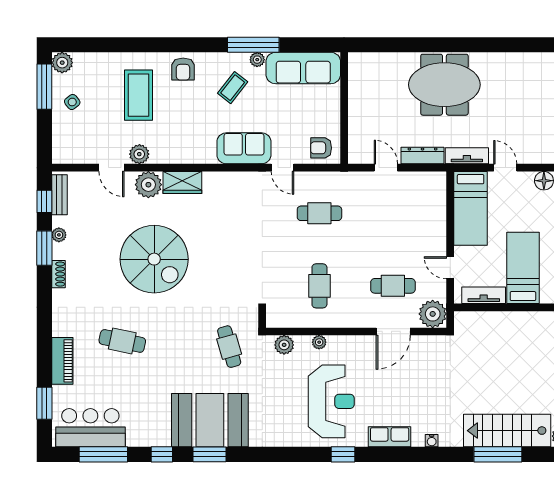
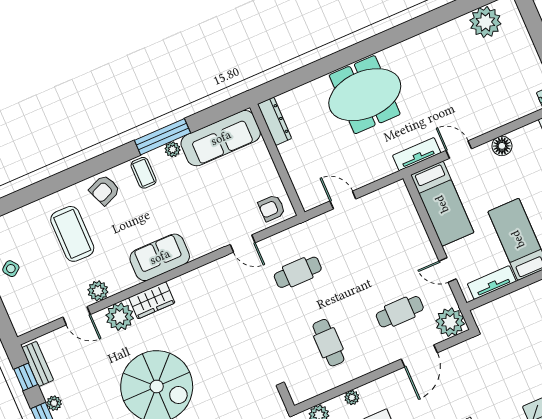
armchair: (183, 69) -> (105, 190), turned 68
coffee table: (233, 88) -> (144, 173), moved, turned -38
sofa: (244, 148) -> (160, 257), moved
dresser: (423, 156) -> (275, 121), moved, turned 90

